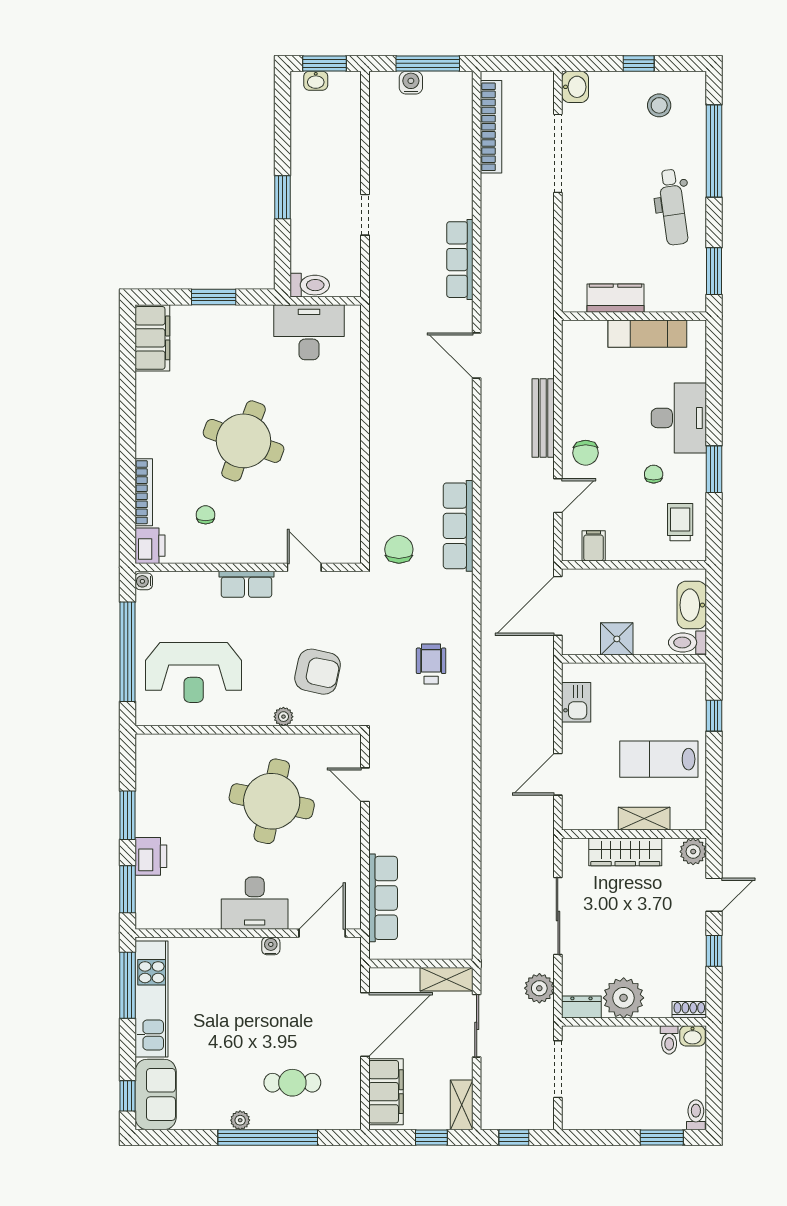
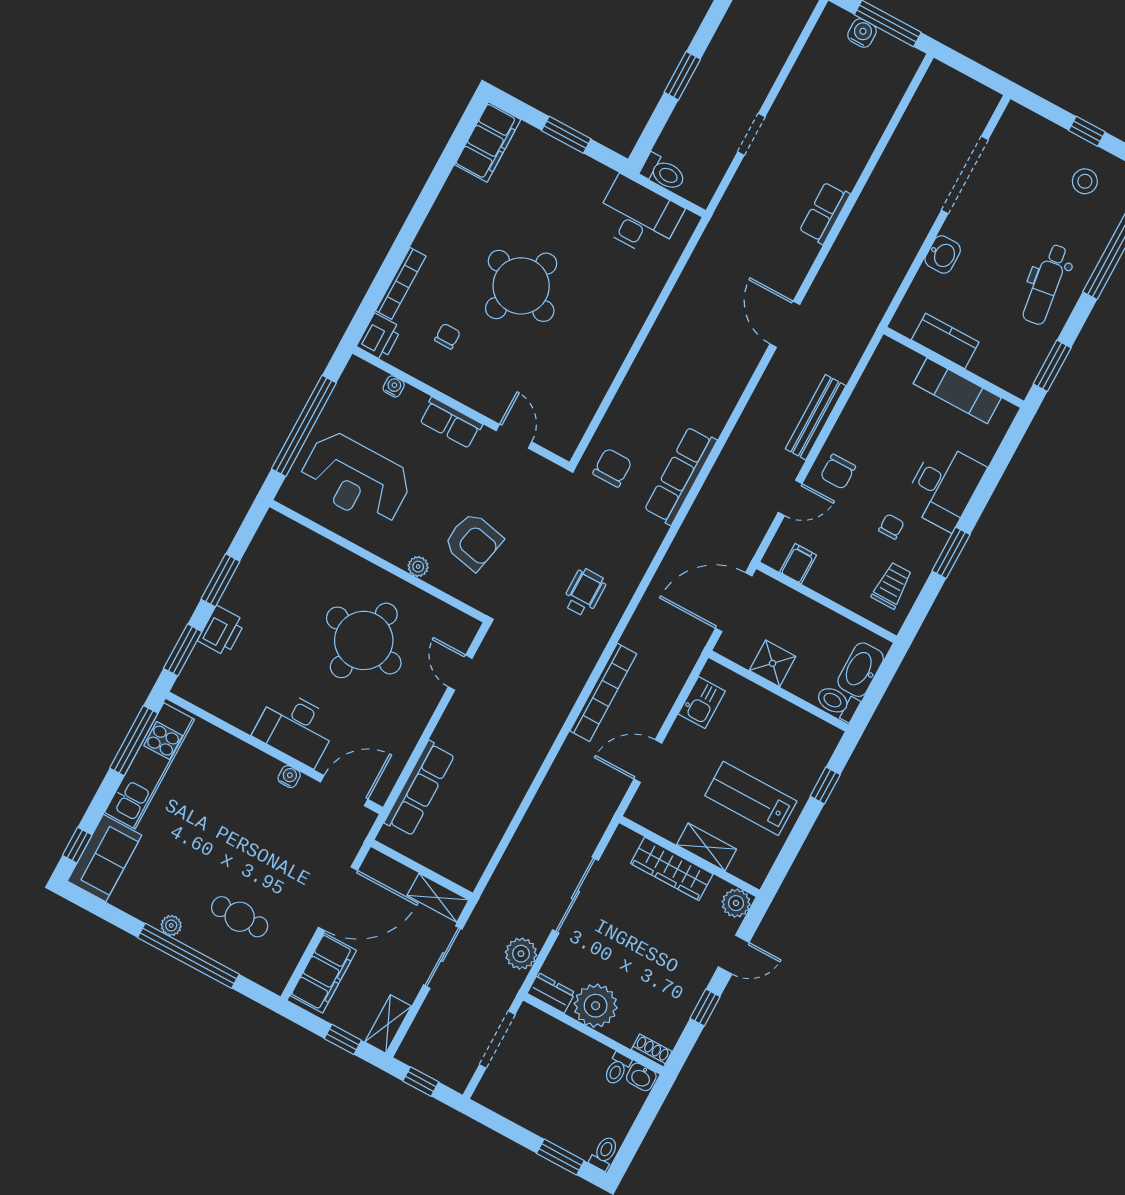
washbasin: (575, 87) -> (943, 254), moved
bookcase: (491, 127) -> (603, 692), moved
row of seats: (460, 260) -> (825, 213), width x0.68
water cooler: (144, 581) -> (394, 386), moved, turned 90

